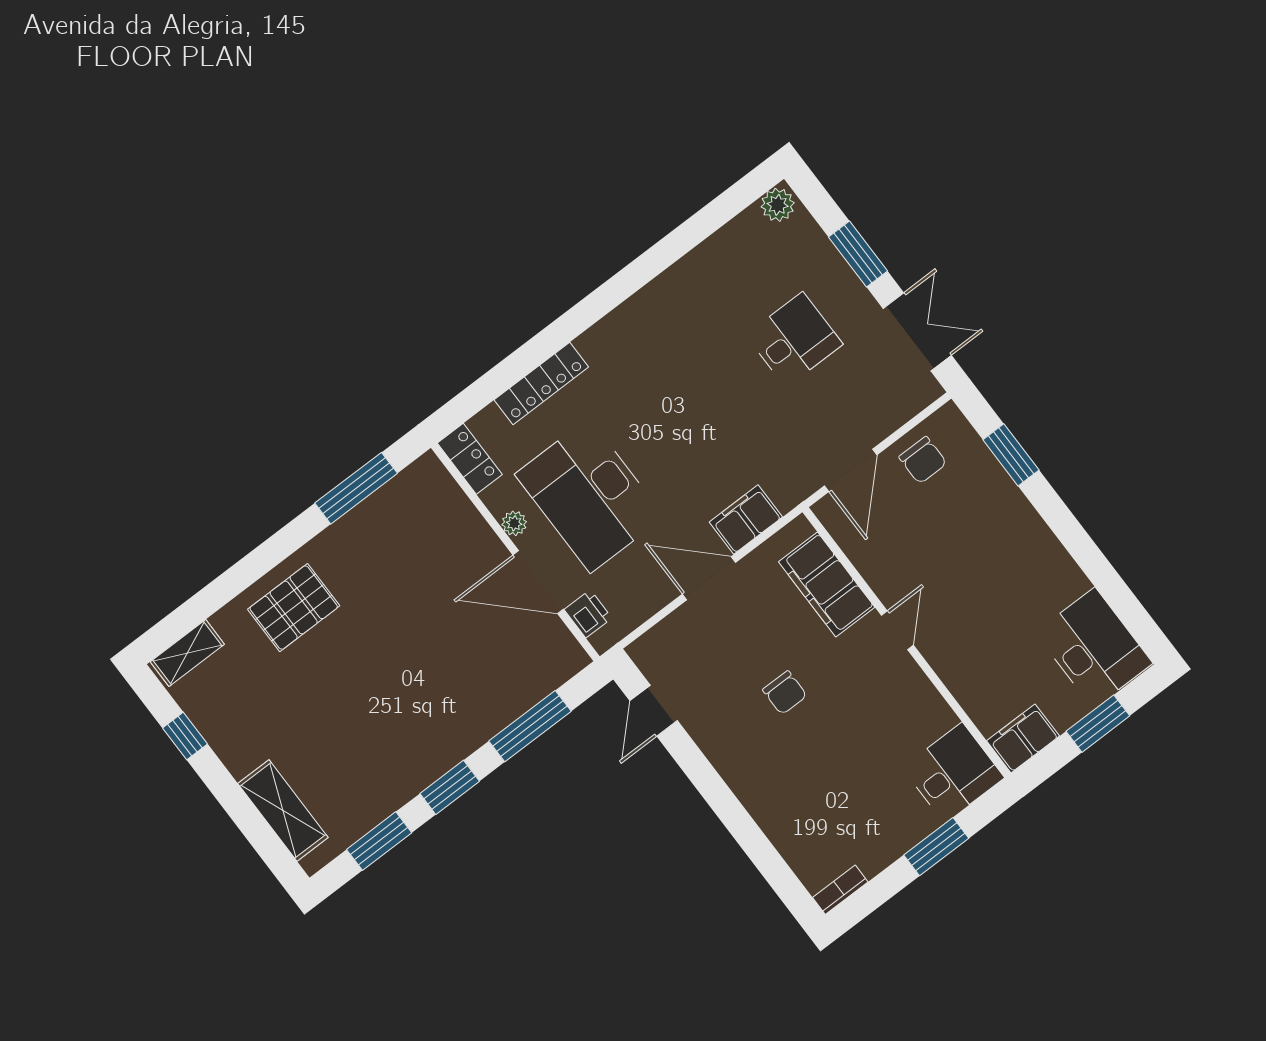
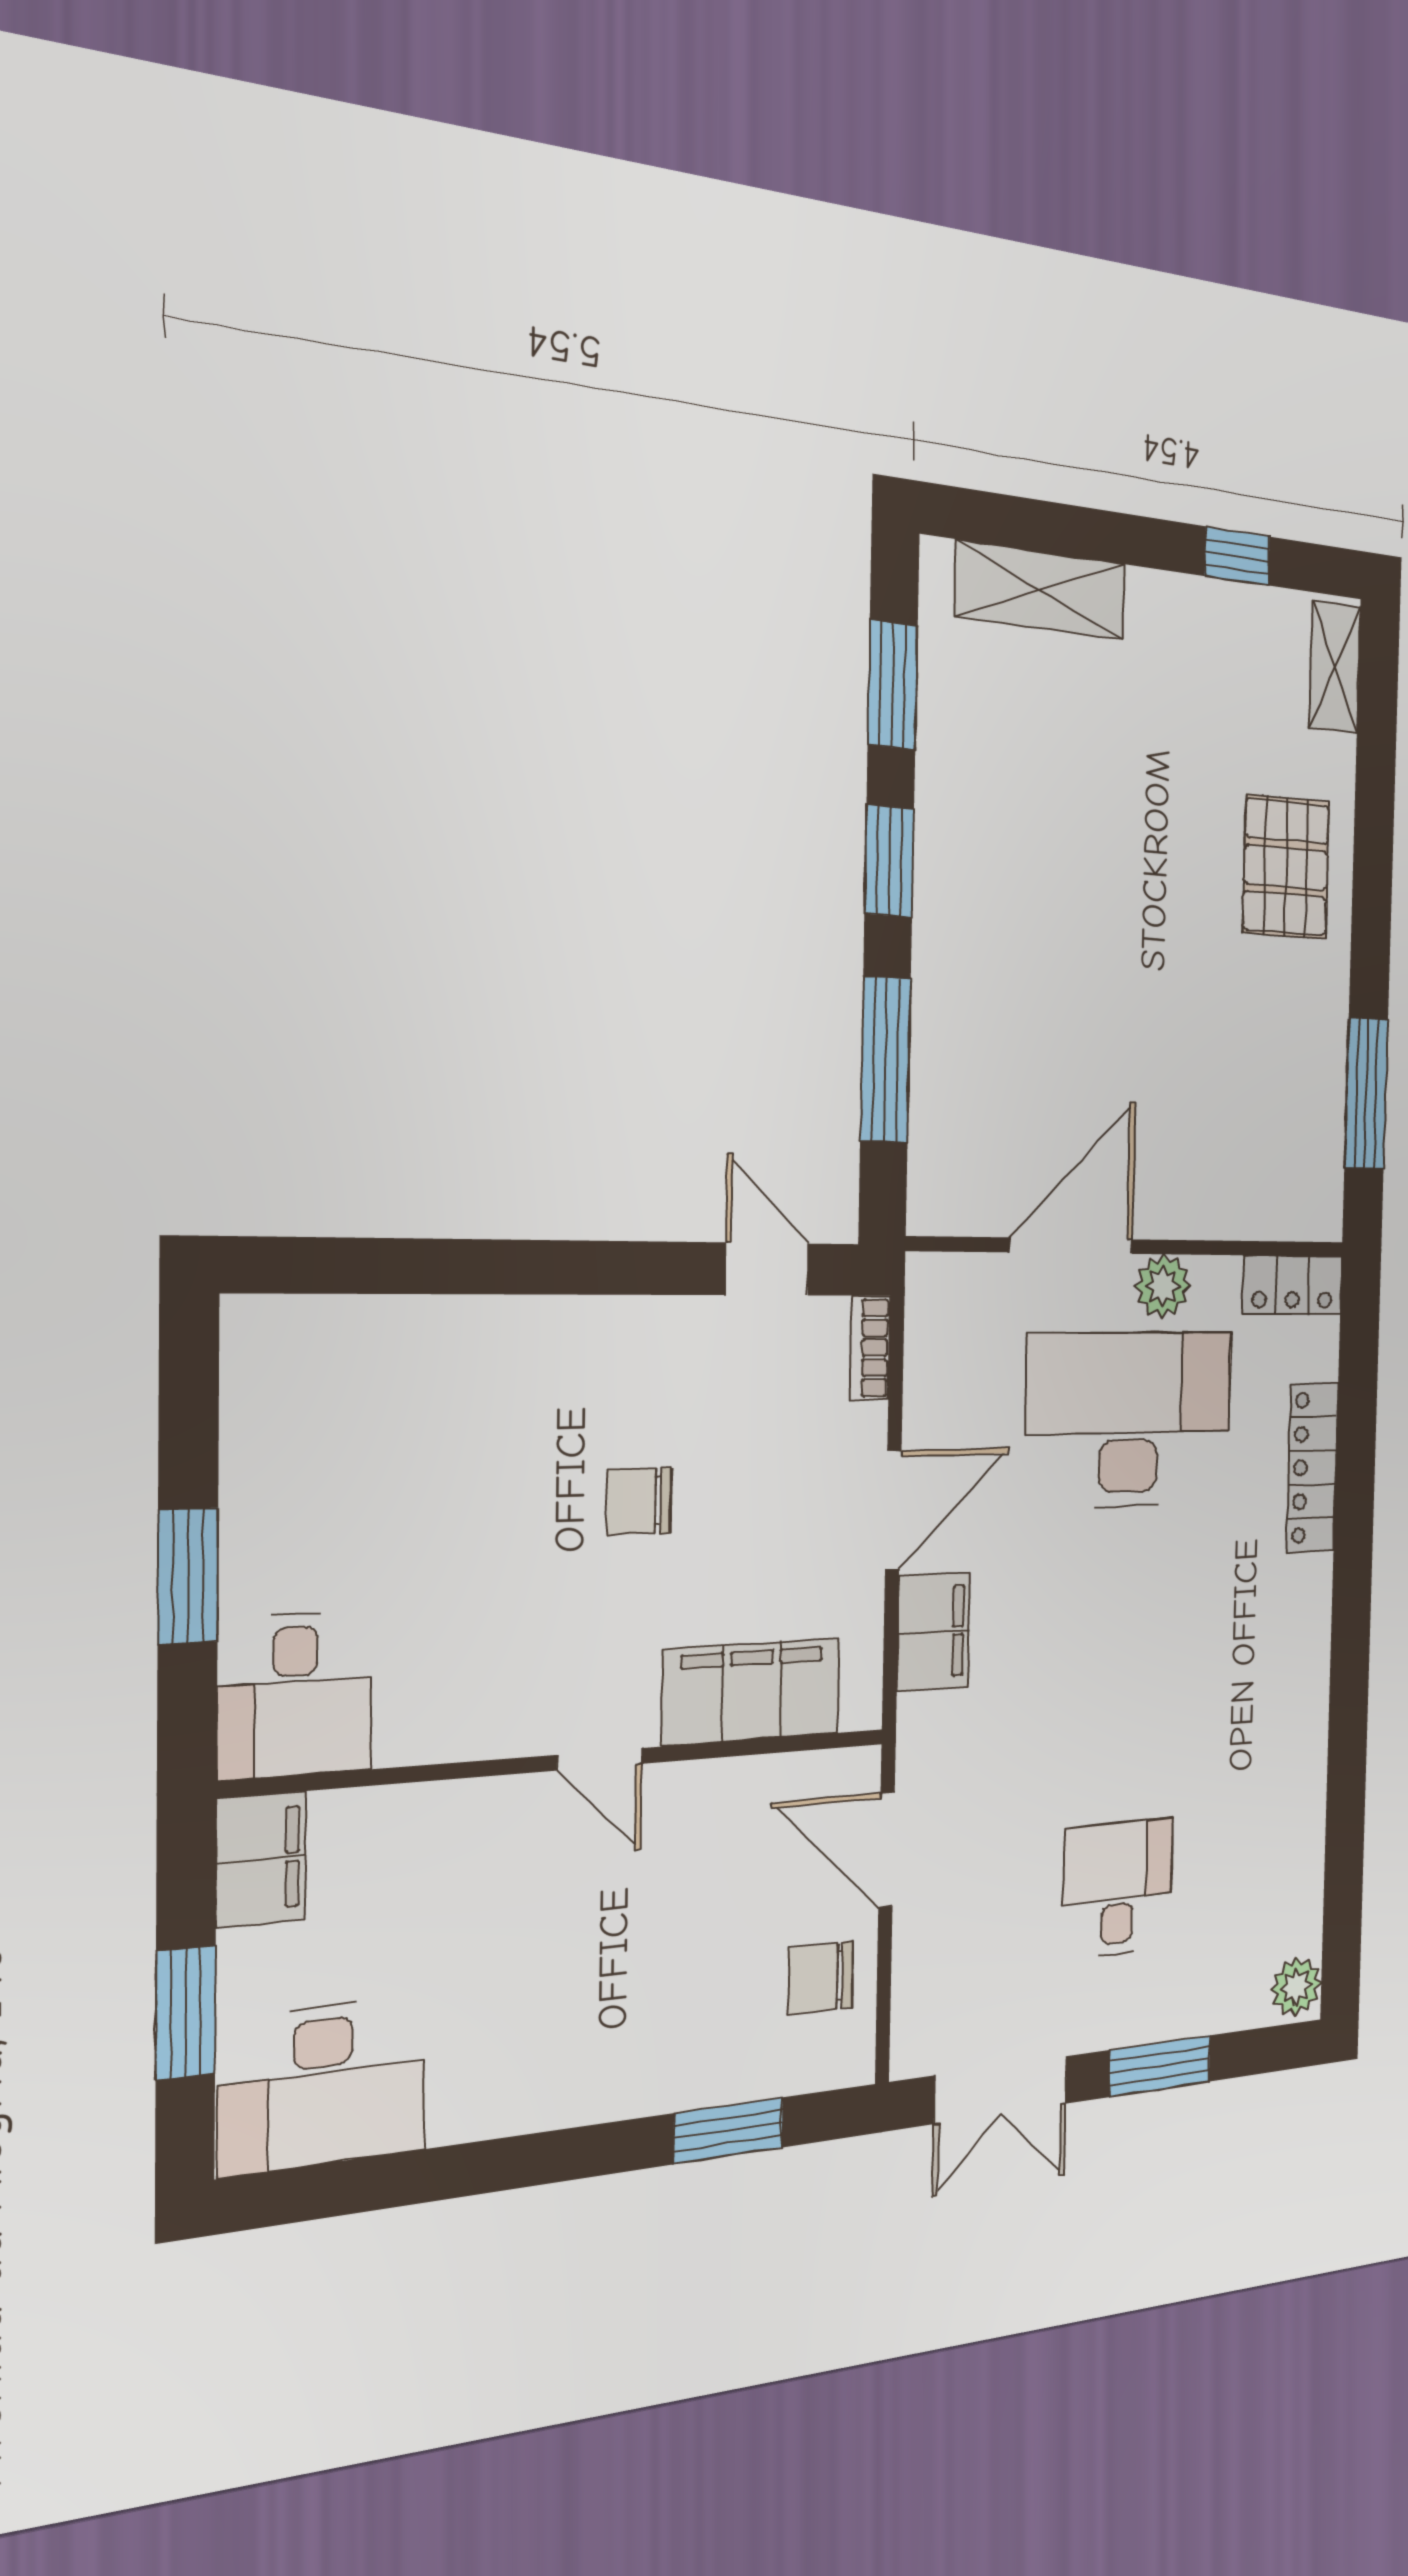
desk: (794, 340) -> (1118, 1888), turned 180
plant: (514, 523) -> (1163, 1286), width x1.38, depth x1.38
printer: (588, 614) -> (976, 1284), removed
bookcase: (840, 890) -> (870, 1348), moved, turned 180

